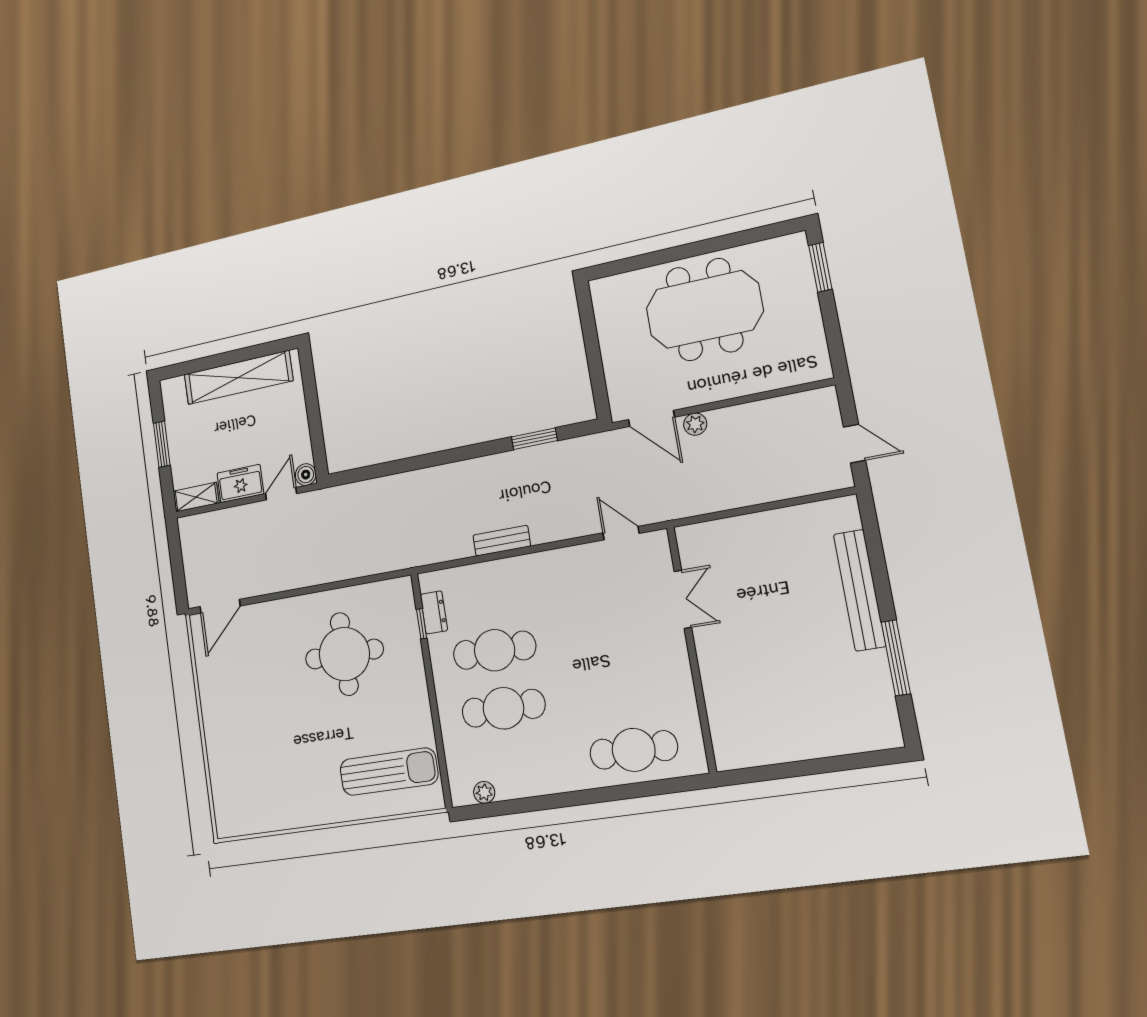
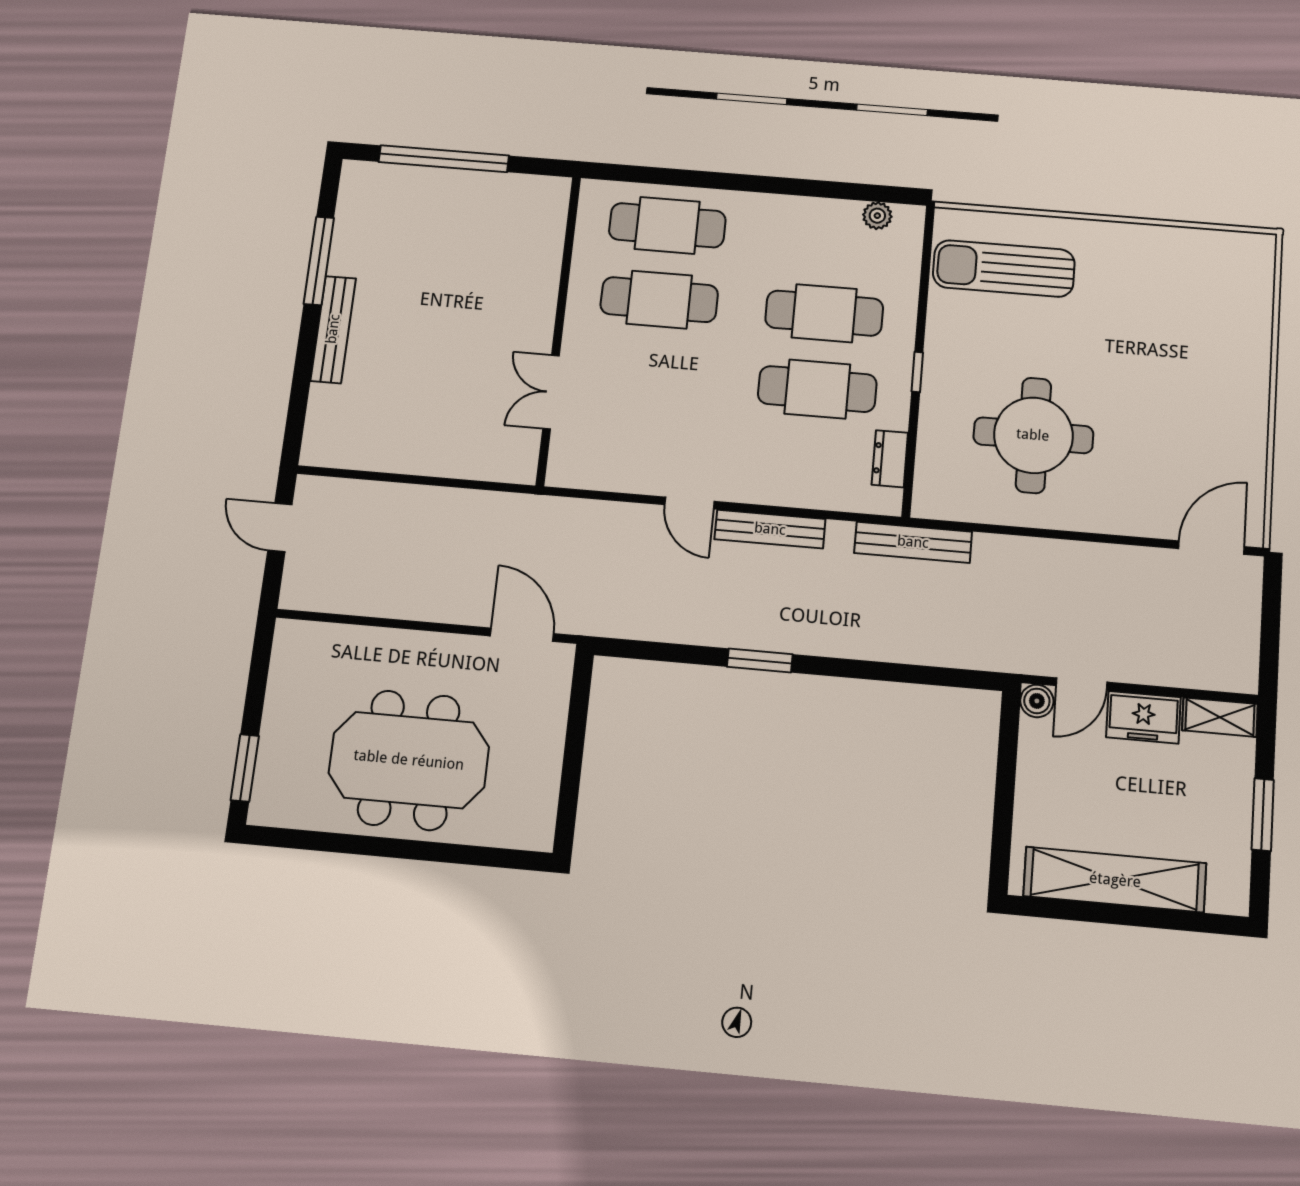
plant: (695, 424) -> (468, 610), removed
window: (534, 439) -> (760, 661), moved
door: (621, 533) -> (689, 503), moved
bench: (502, 541) -> (770, 529), width x1.36
bench: (405, 558) -> (913, 542), added
bench: (860, 590) -> (333, 329), width x0.73, depth x0.82
window: (422, 624) -> (917, 372), moved
cafe table: (624, 690) -> (659, 300), added
window: (823, 766) -> (444, 159), added

